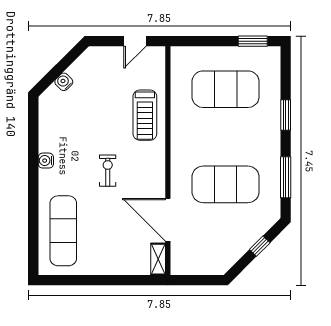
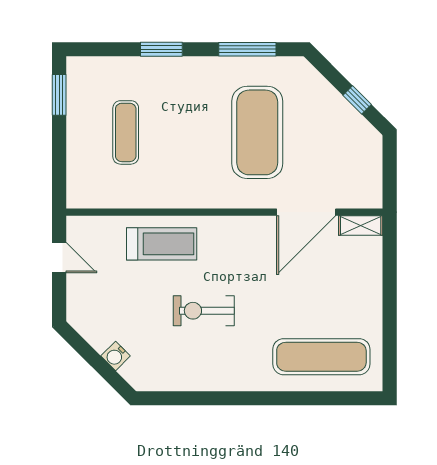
exercise mat: (226, 89) -> (126, 132), width x0.50, depth x0.69
water cooler: (46, 161) -> (224, 381), removed
exercise bike: (108, 171) -> (204, 311), moved, width x1.38, depth x1.39
window: (260, 246) -> (357, 100), moved

